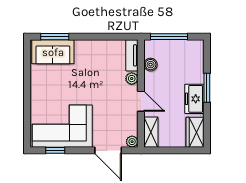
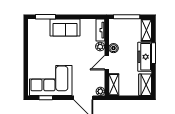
sofa: (53, 52) -> (65, 28), moved
shelving: (197, 55) -> (146, 30), added
boiler: (151, 65) -> (114, 48), moved
freezer: (194, 99) -> (145, 57), width x1.40
door: (141, 101) -> (107, 63), swing flipped

